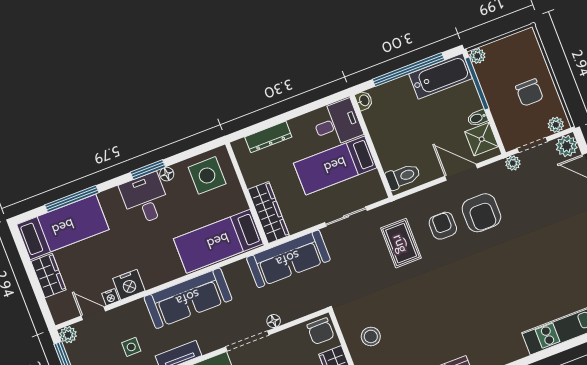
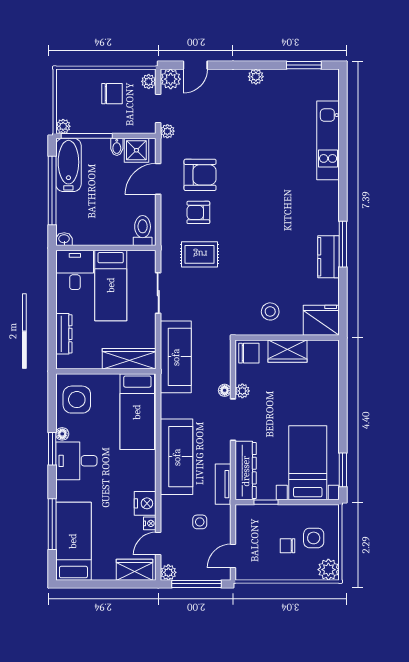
wardrobe: (48, 276) -> (135, 570), moved
plant: (280, 339) -> (242, 391), added

